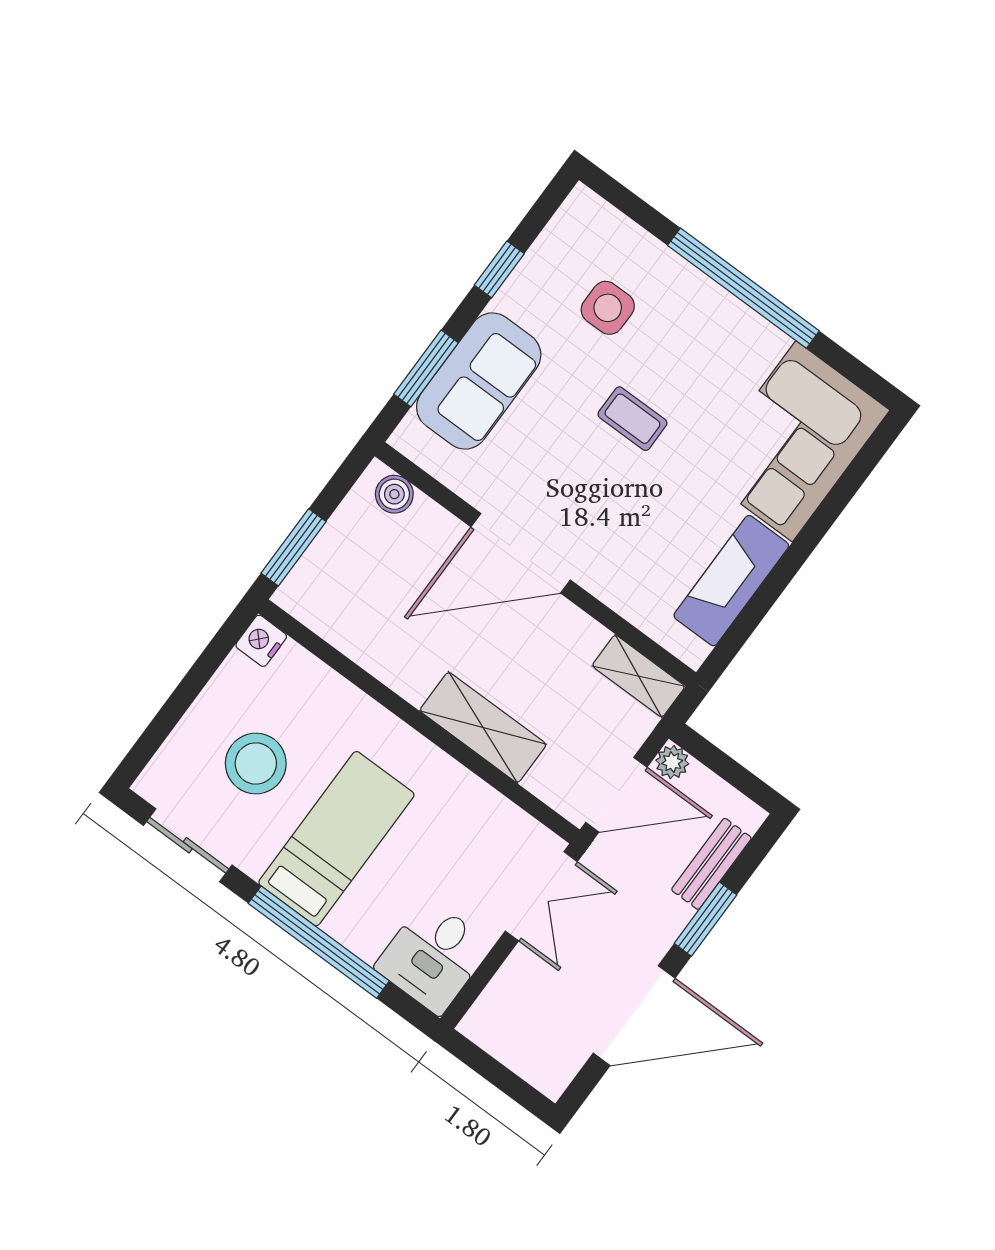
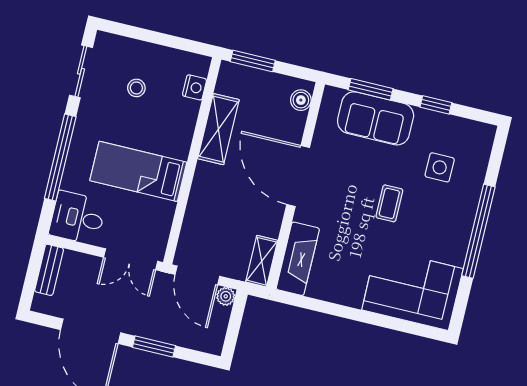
fireplace: (731, 581) -> (298, 259), moved, turned 90
nightstand: (261, 641) -> (194, 87), moved, turned 90
shelving: (483, 727) -> (218, 129), moved
stool: (256, 764) -> (136, 88), width x0.53, depth x0.53
bed: (336, 839) -> (138, 171), moved, turned 180
bench: (711, 864) -> (49, 270), moved, turned 90

